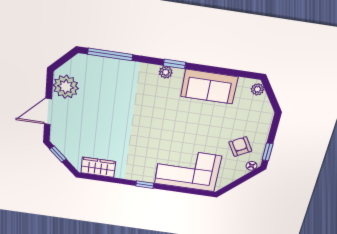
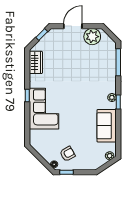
door: (48, 112) -> (73, 26), hinge flipped
corner sofa: (188, 170) -> (44, 109), moved

